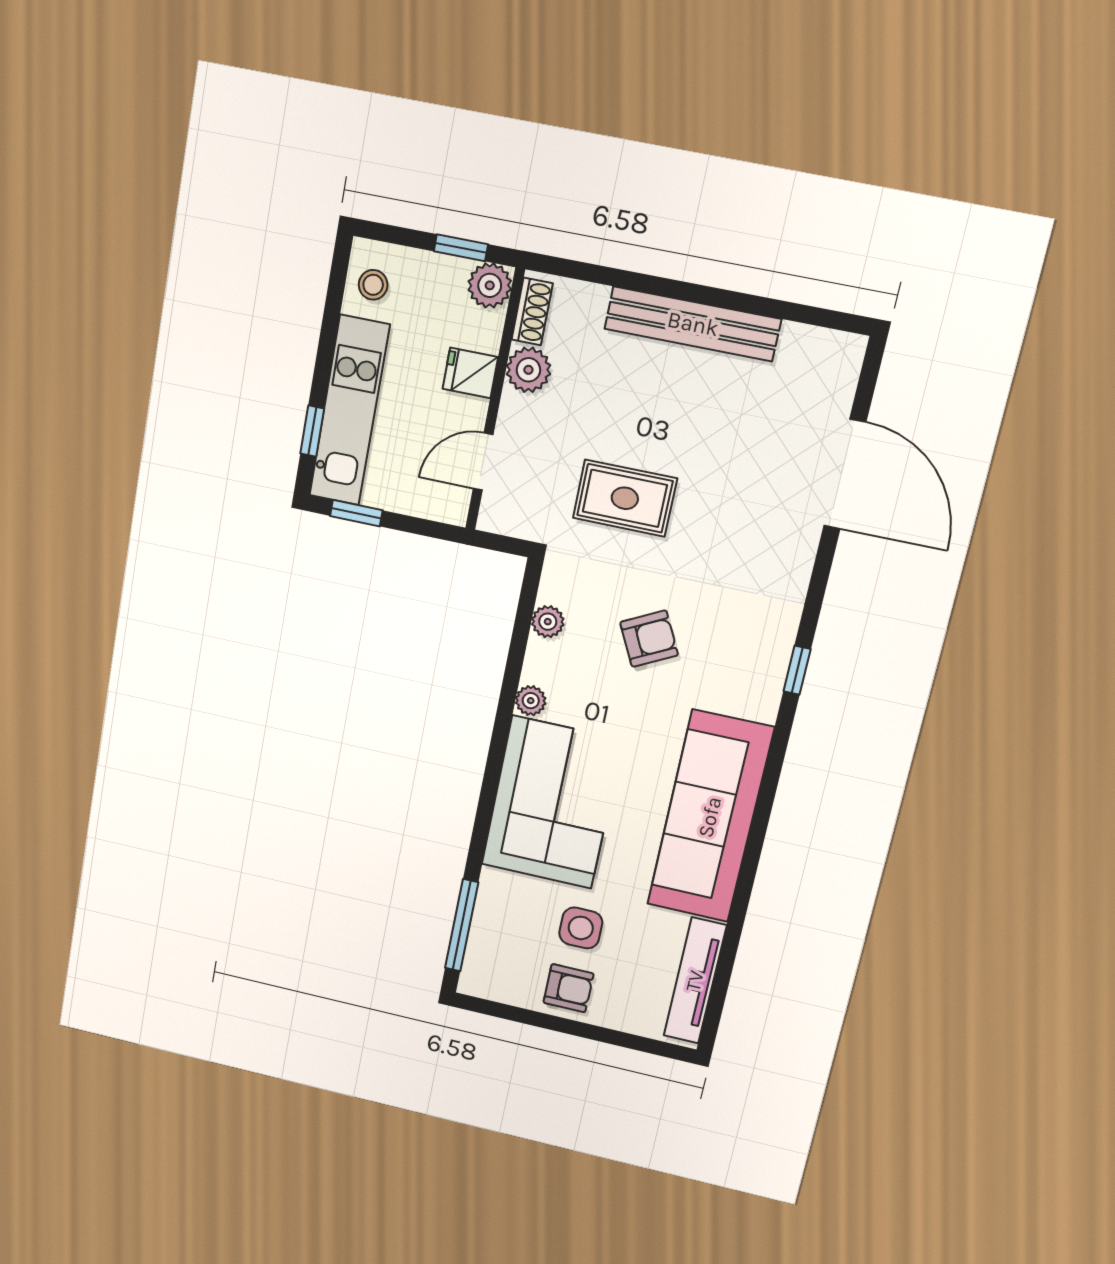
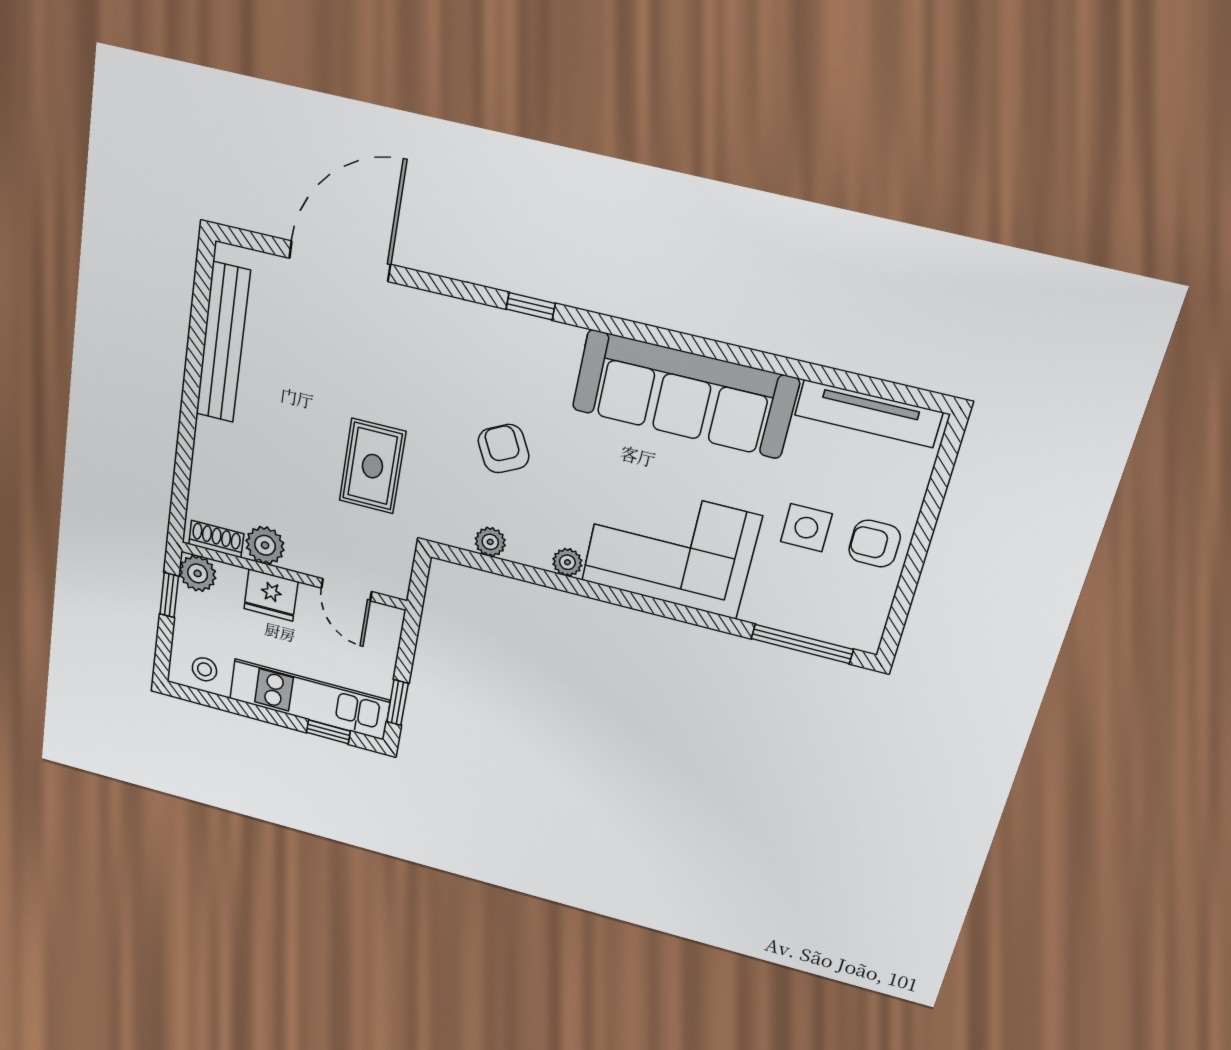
bench: (693, 324) -> (223, 343), moved
fridge: (470, 373) -> (271, 595), width x1.38
armchair: (568, 988) -> (875, 544), turned -90

